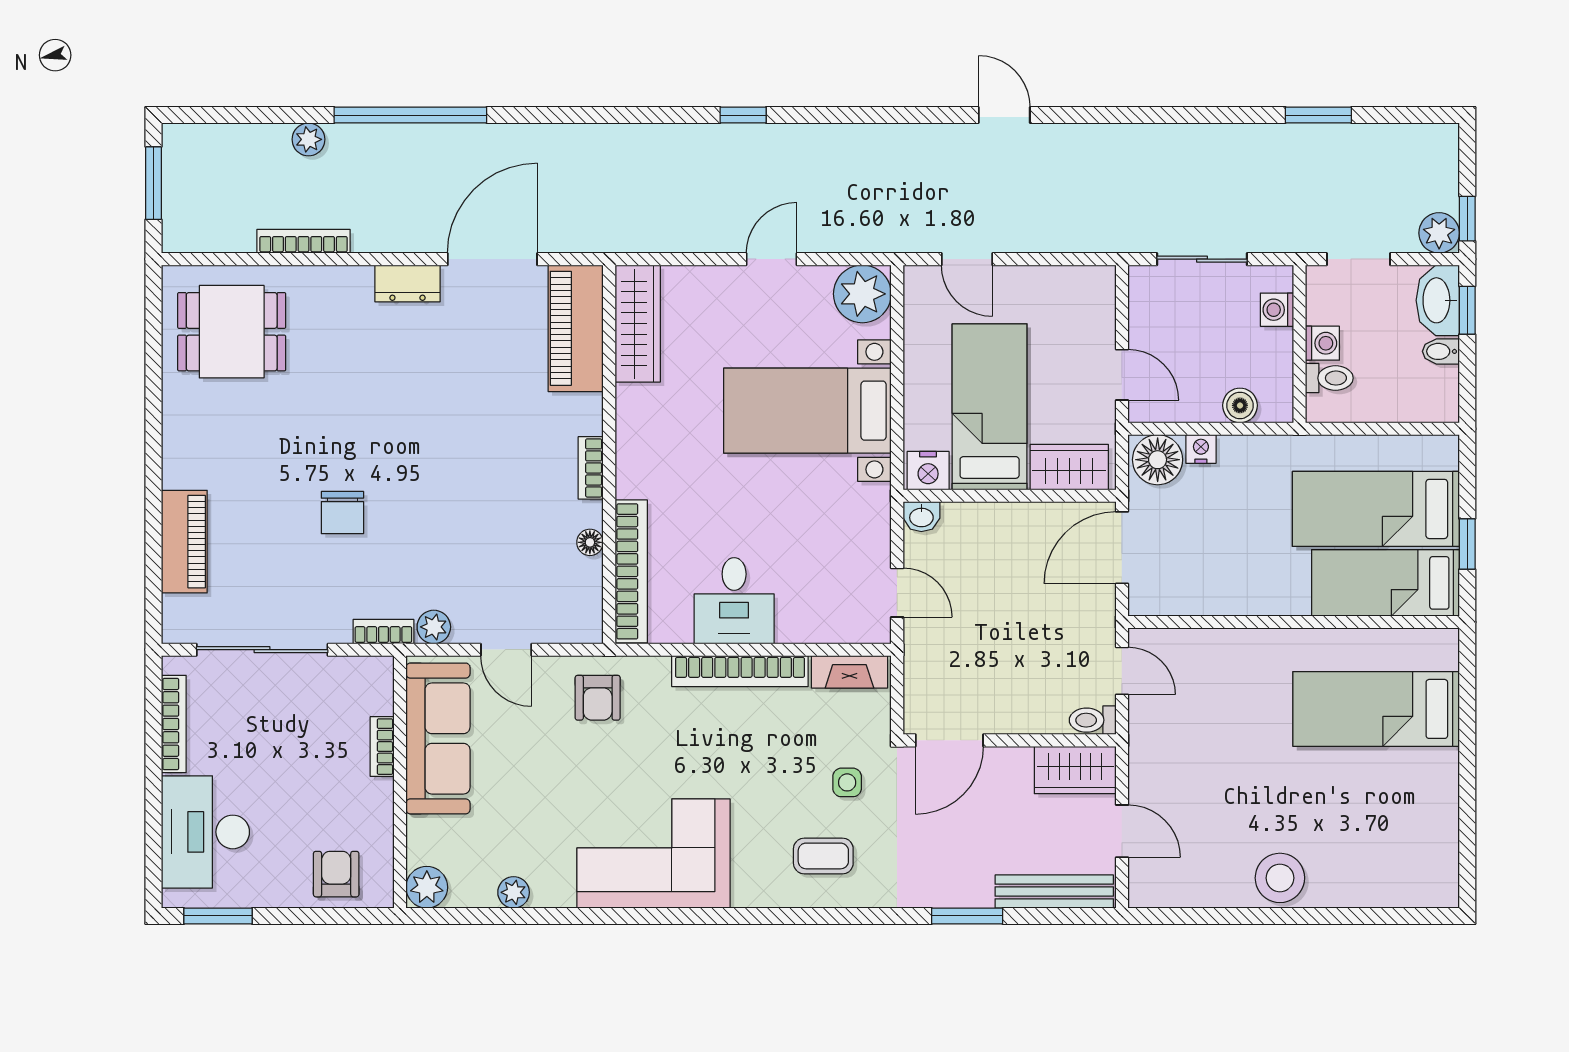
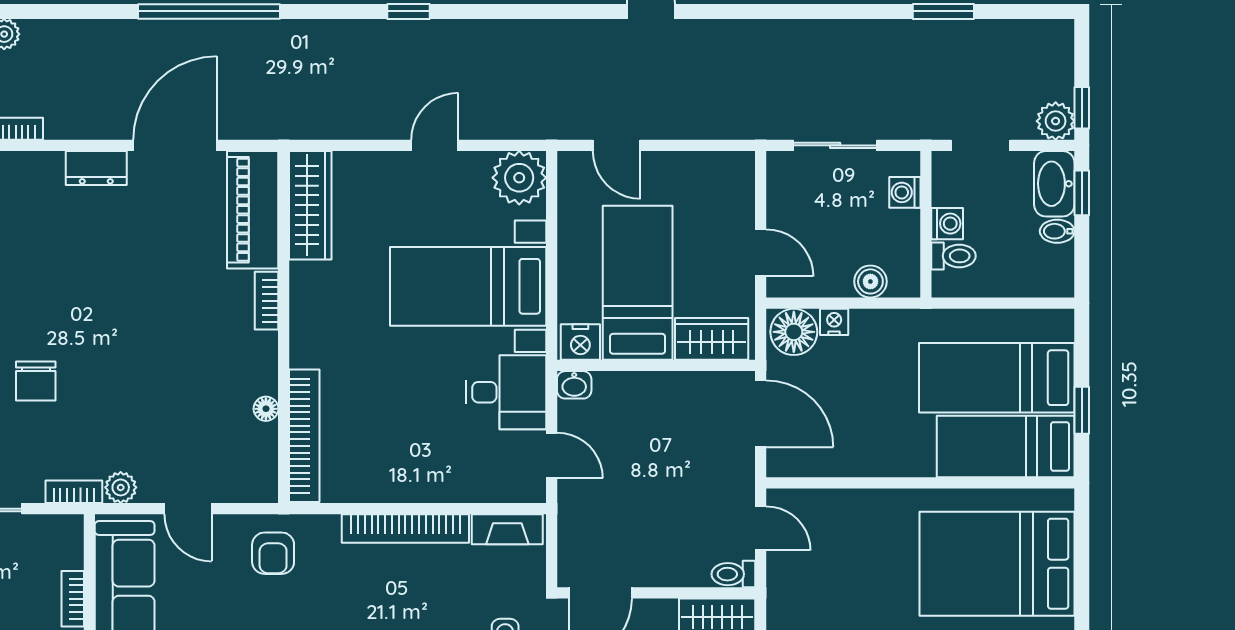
window: (410, 115) -> (209, 11), moved
bookcase: (591, 468) -> (267, 301), moved
door: (1122, 548) -> (761, 414), swing flipped
desk: (734, 601) -> (506, 392), moved, turned -90
bed: (1376, 709) -> (997, 564), width x1.50

